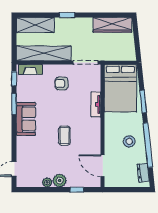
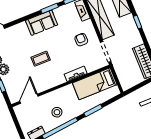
bed: (120, 88) -> (95, 84), width x0.67

